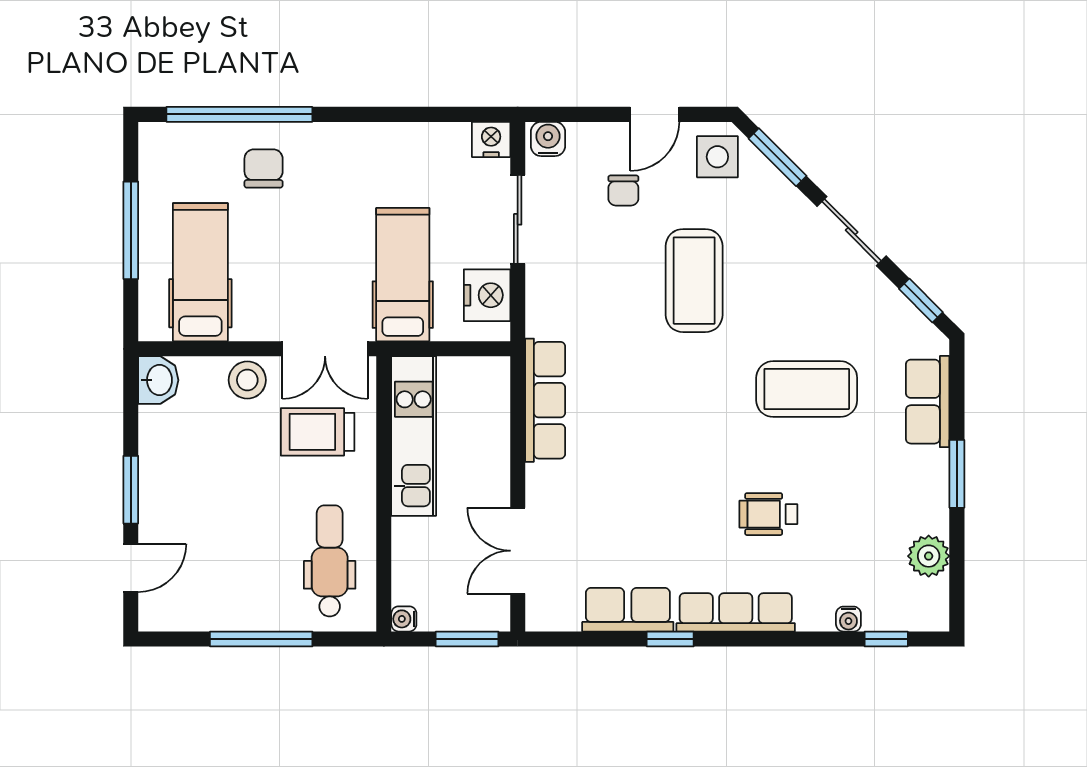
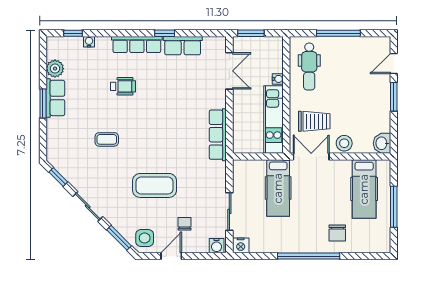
window: (239, 114) -> (309, 256), moved
coffee table: (694, 281) -> (155, 185), turned 90
nightstand: (487, 295) -> (242, 179), removed
coffee table: (807, 389) -> (107, 139), width x0.54, depth x0.58
row of seats: (928, 402) -> (55, 98), moved
water cooler: (404, 619) -> (278, 79), moved

